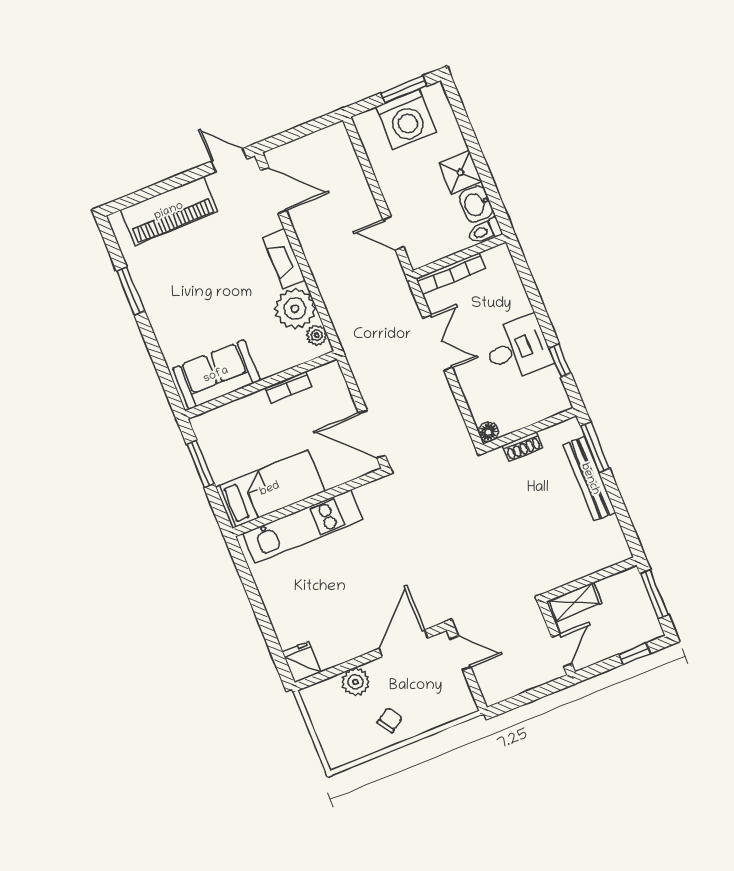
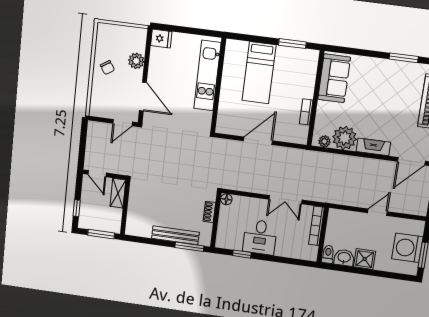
door: (393, 233) -> (377, 212), moved
wall: (308, 502) -> (218, 86), moved
kitchen unit: (303, 527) -> (207, 76), moved

